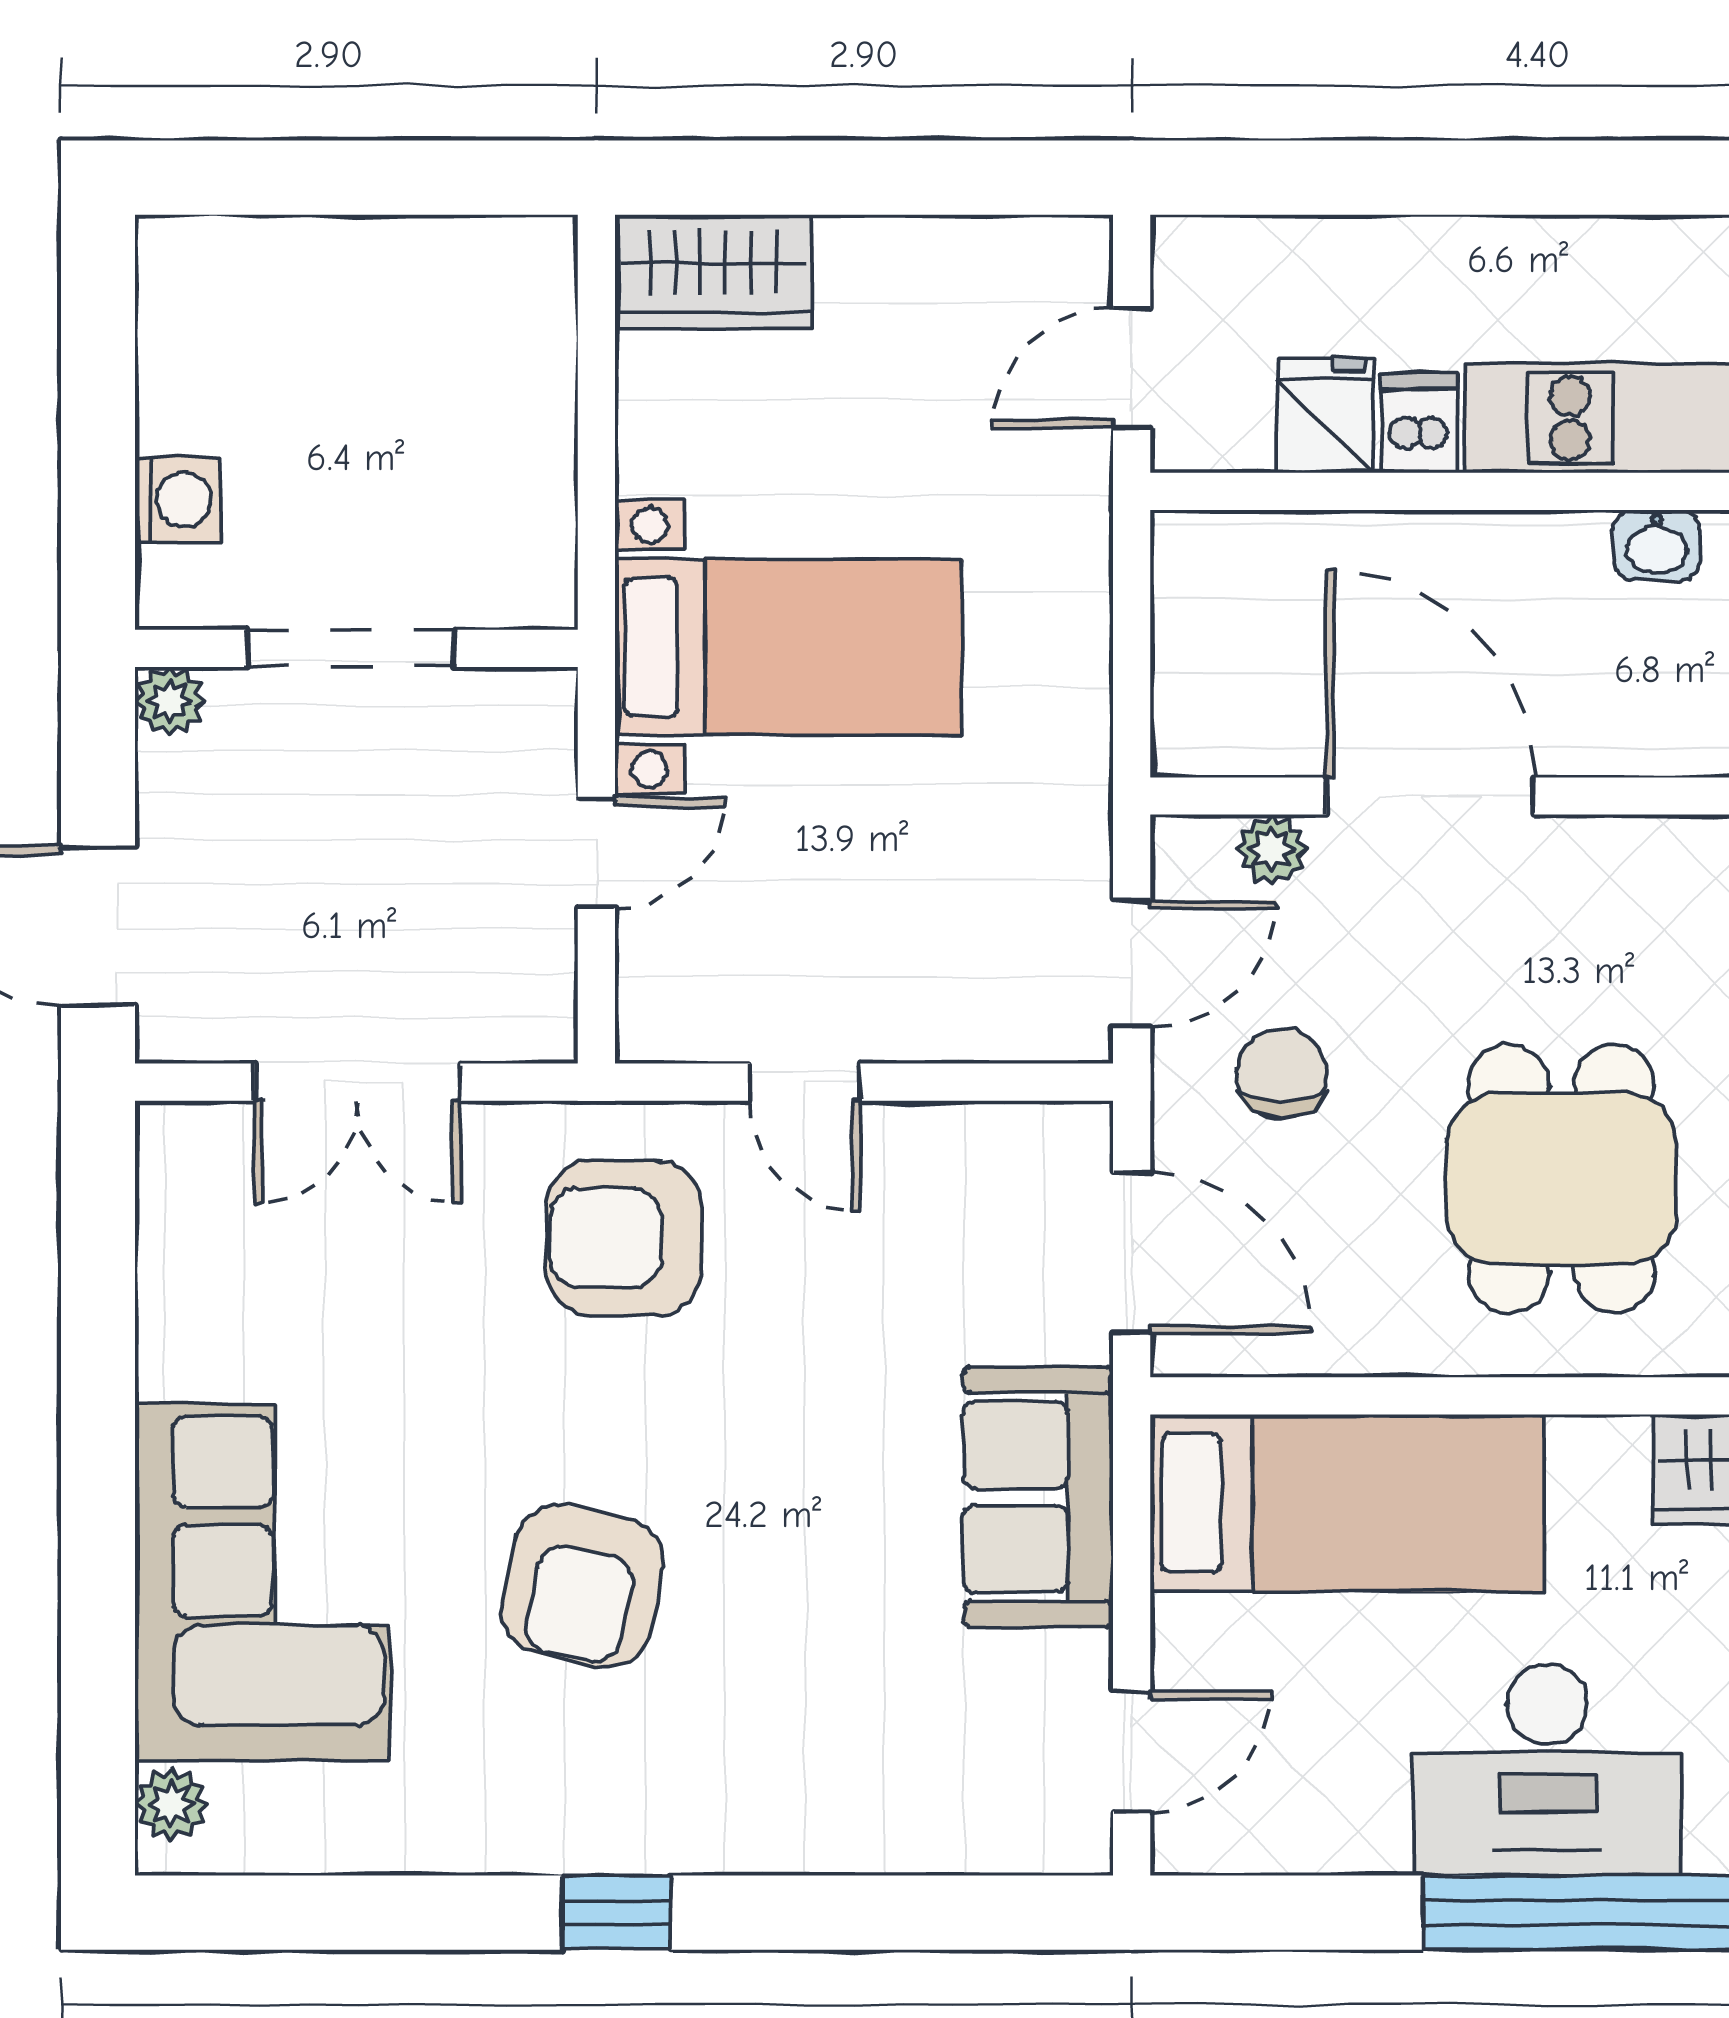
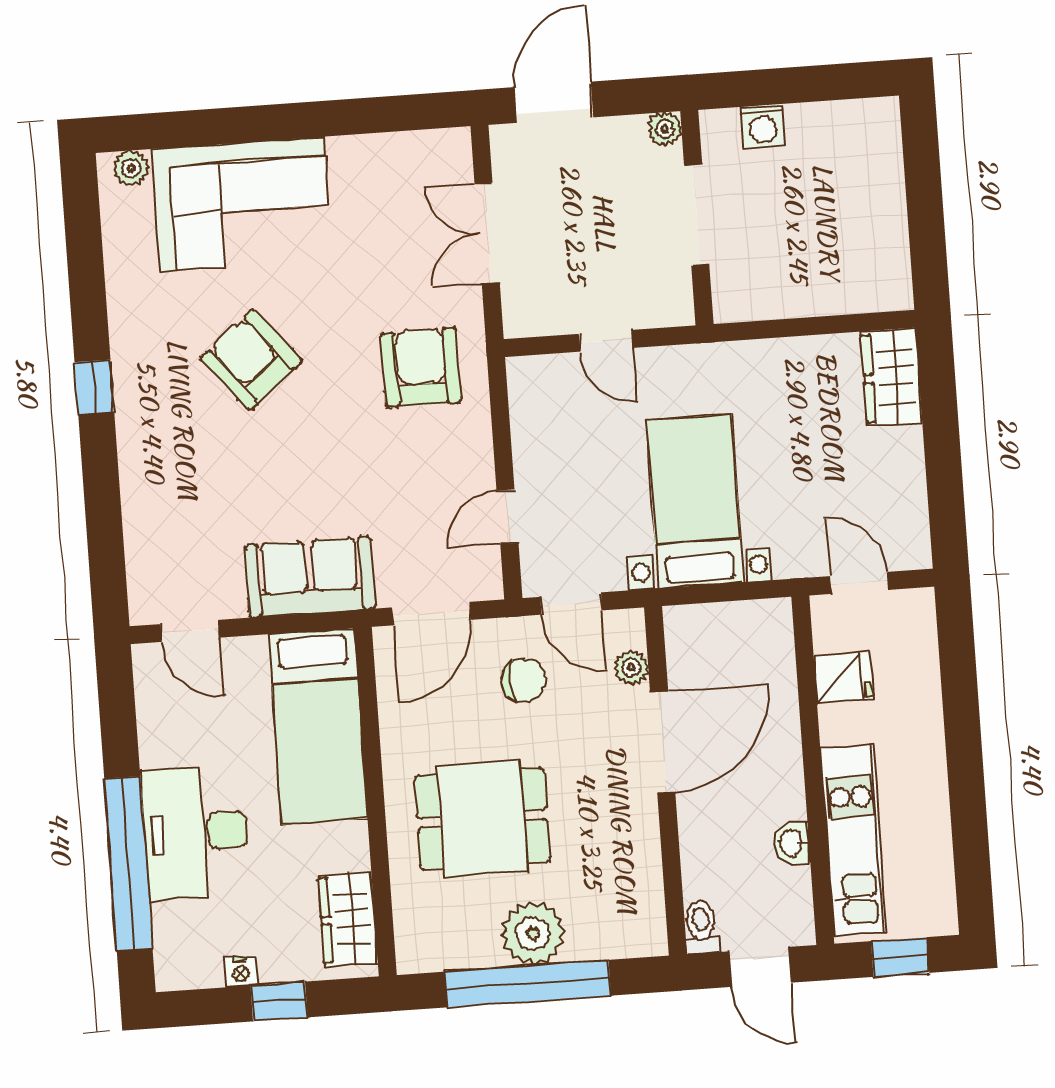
dishwasher: (1419, 423) -> (843, 724), removed
bed with nightstands: (788, 647) -> (695, 501), moved, turned 180
door: (805, 1082) -> (507, 517), moved
armchair: (583, 1586) -> (251, 360), turned 39

